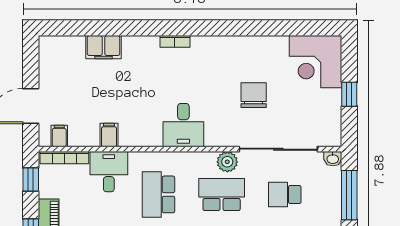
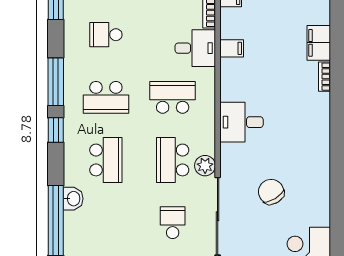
bookcase: (175, 41) -> (324, 77), moved
chair: (254, 95) -> (271, 192), turned -121
school desk: (222, 194) -> (173, 160), turned 180

